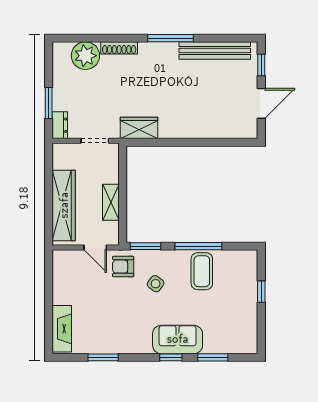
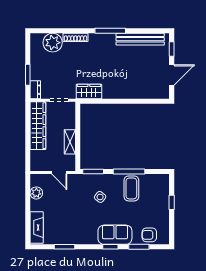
wardrobe: (64, 205) -> (38, 126), moved
armchair: (123, 267) -> (149, 235), moved
plant: (61, 278) -> (36, 193), added

